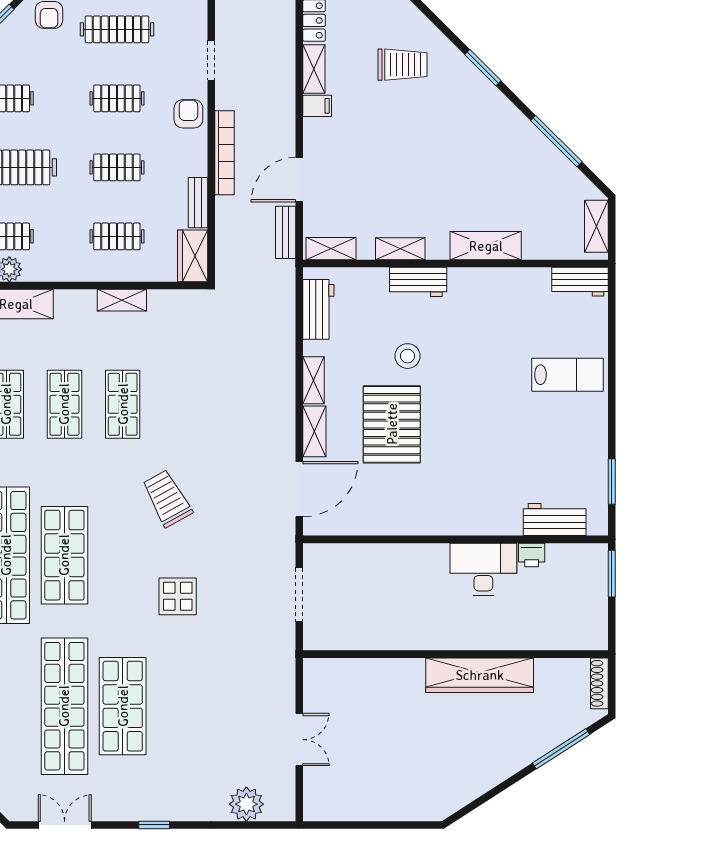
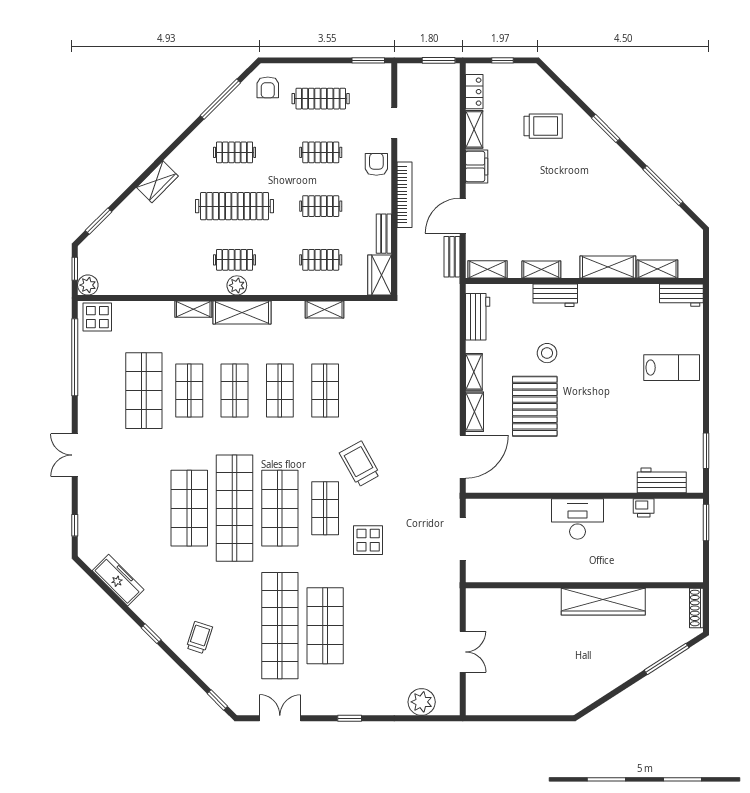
filing cabinet: (317, 106) -> (477, 166), width x2.00
shelving: (596, 226) -> (657, 269), moved, turned 90
shop shelf: (123, 555) -> (325, 508), added
desk: (483, 569) -> (578, 519), moved

